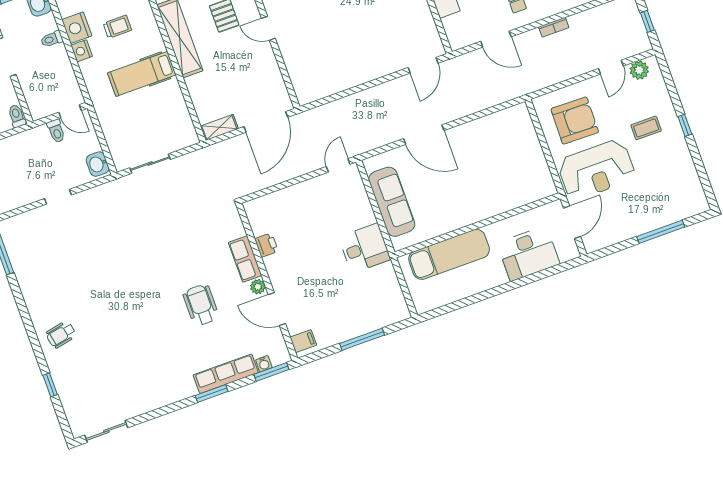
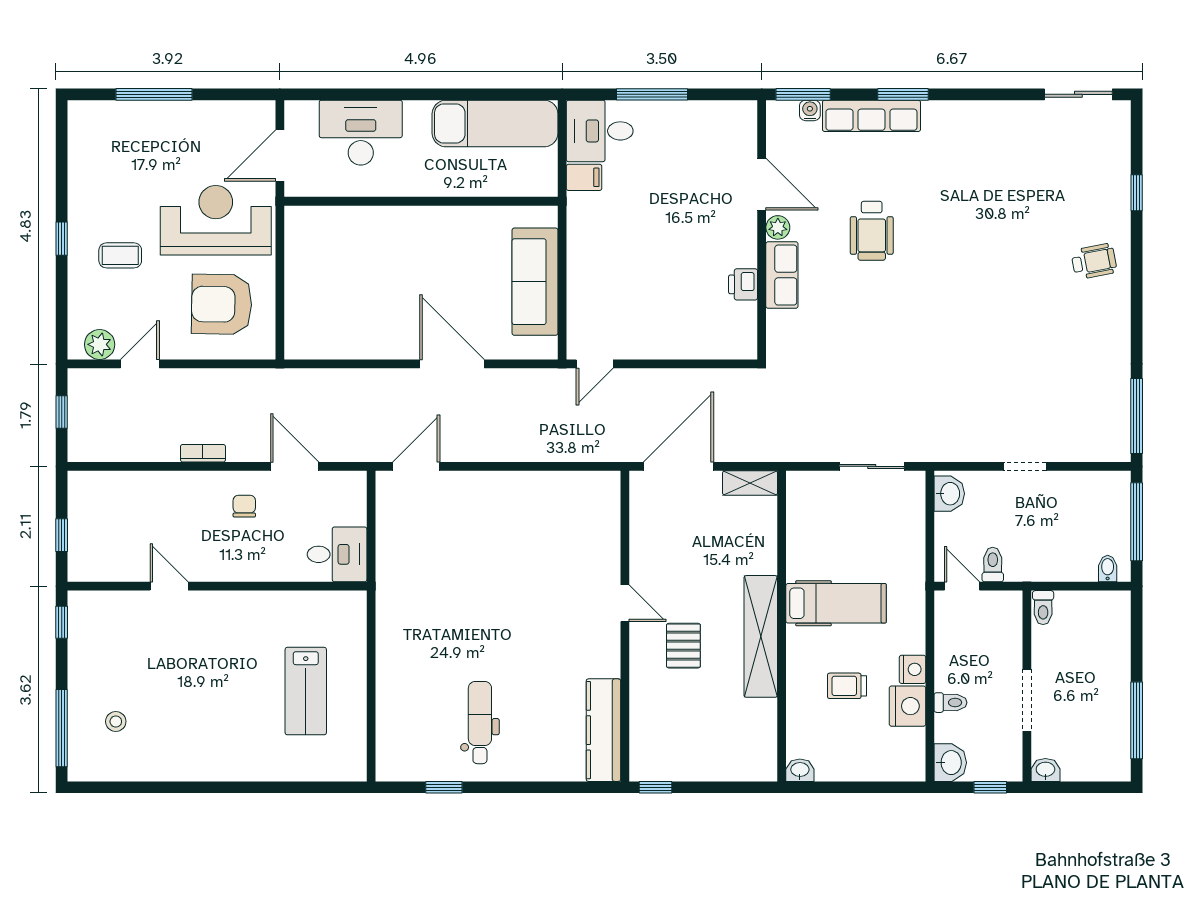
desk: (365, 248) -> (600, 131), moved
exam couch: (449, 254) -> (495, 124), moved, turned 180
filing cabinet: (303, 341) -> (584, 177), moved, turned 180

